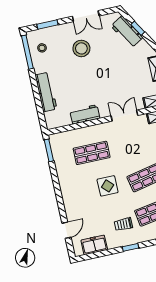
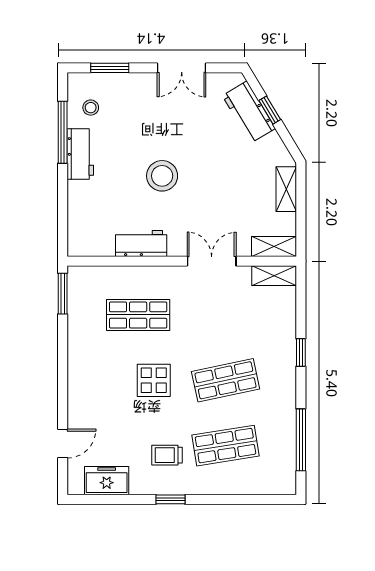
stool: (81, 48) -> (162, 176), moved
window: (27, 52) -> (63, 132), moved
workbench: (46, 92) -> (80, 154), moved, width x0.73

